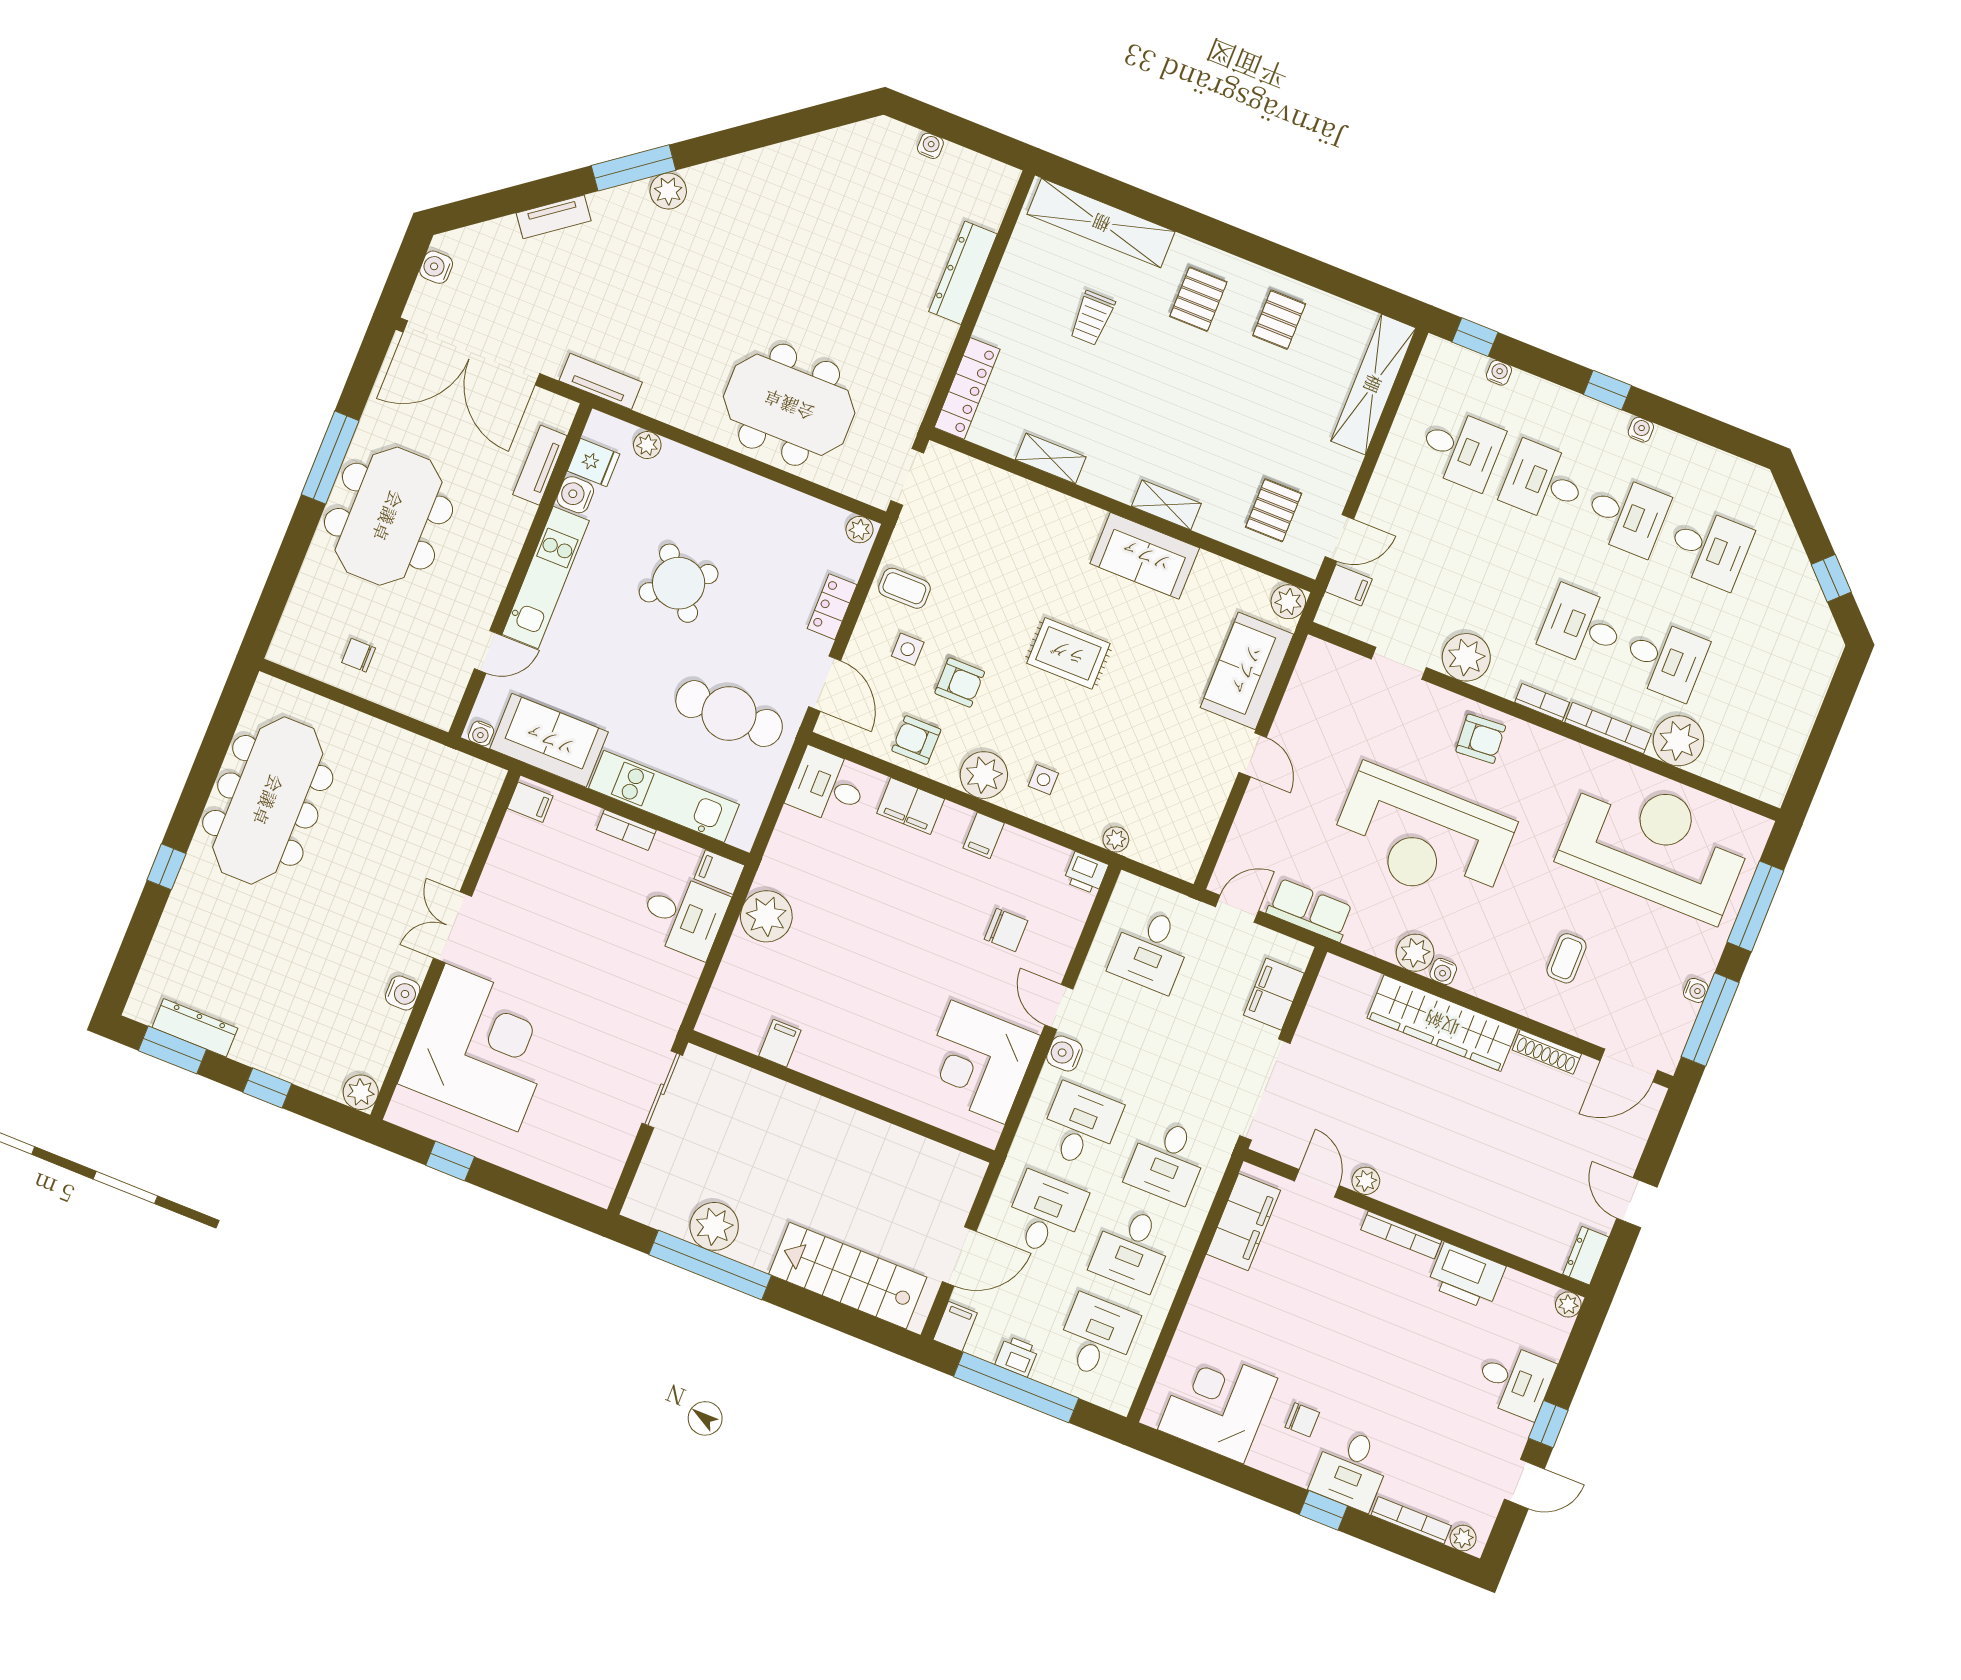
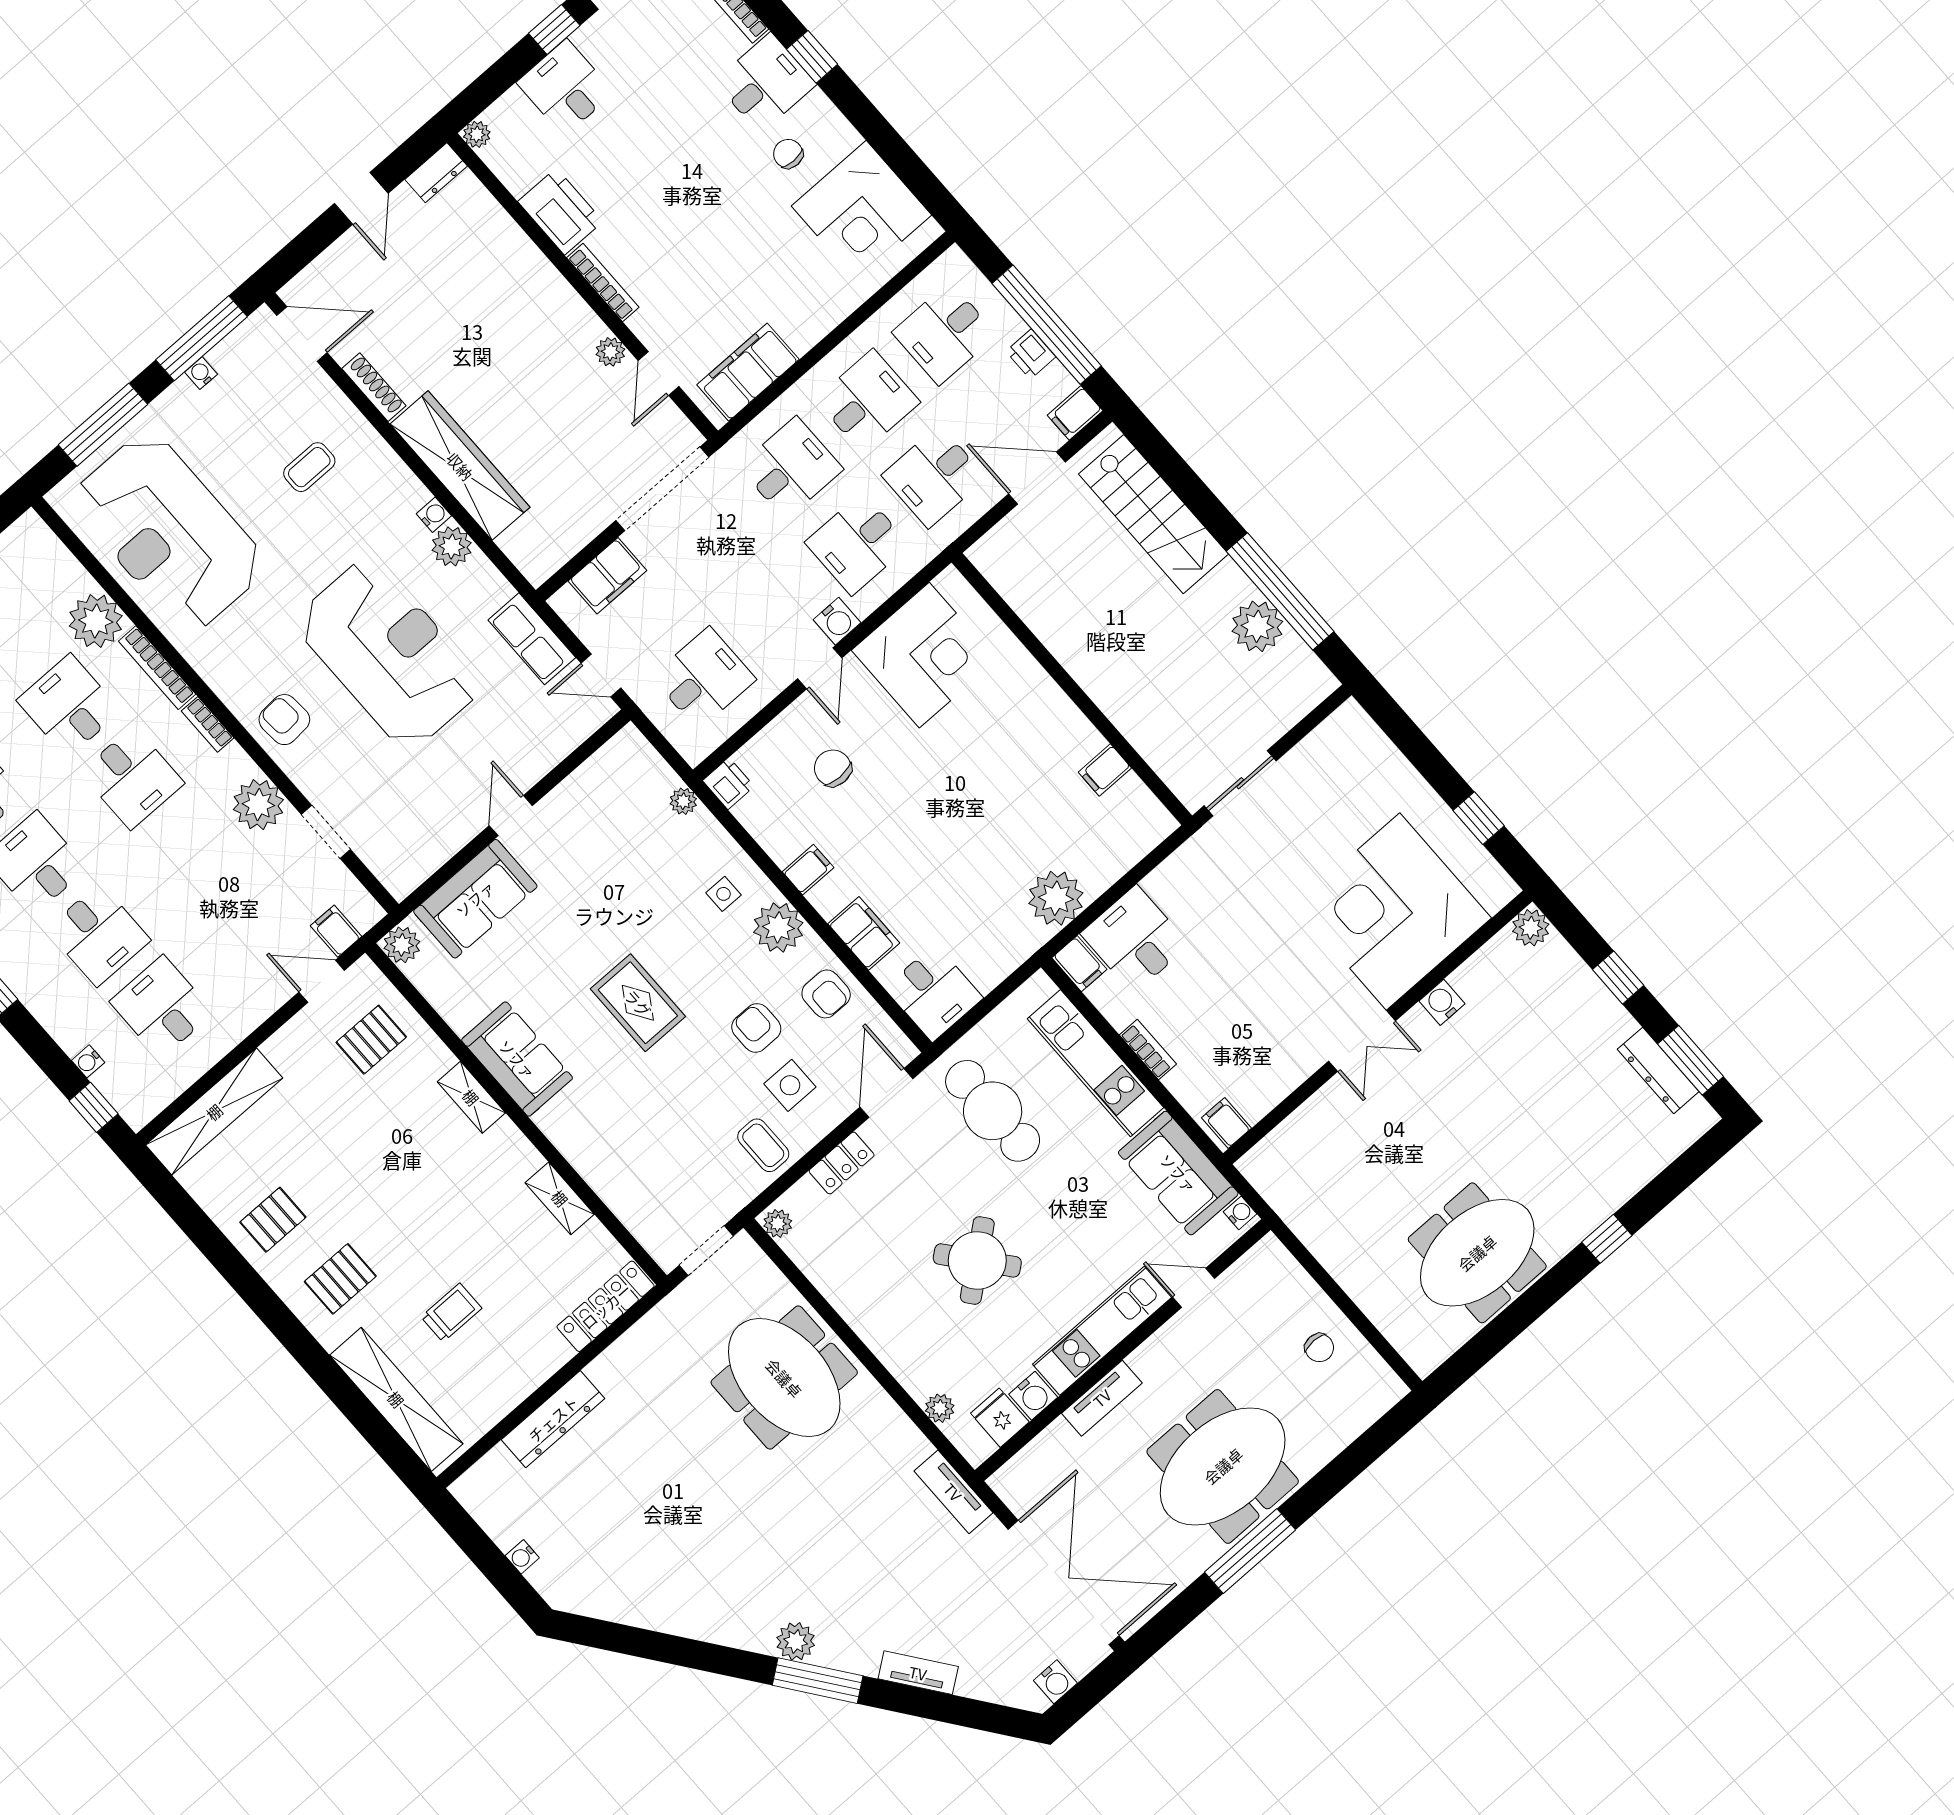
tv unit: (540, 465) -> (1102, 1398), moved
side table: (908, 649) -> (790, 1085), width x1.37, depth x1.37
meeting table: (268, 800) -> (1477, 1253), width x0.73

